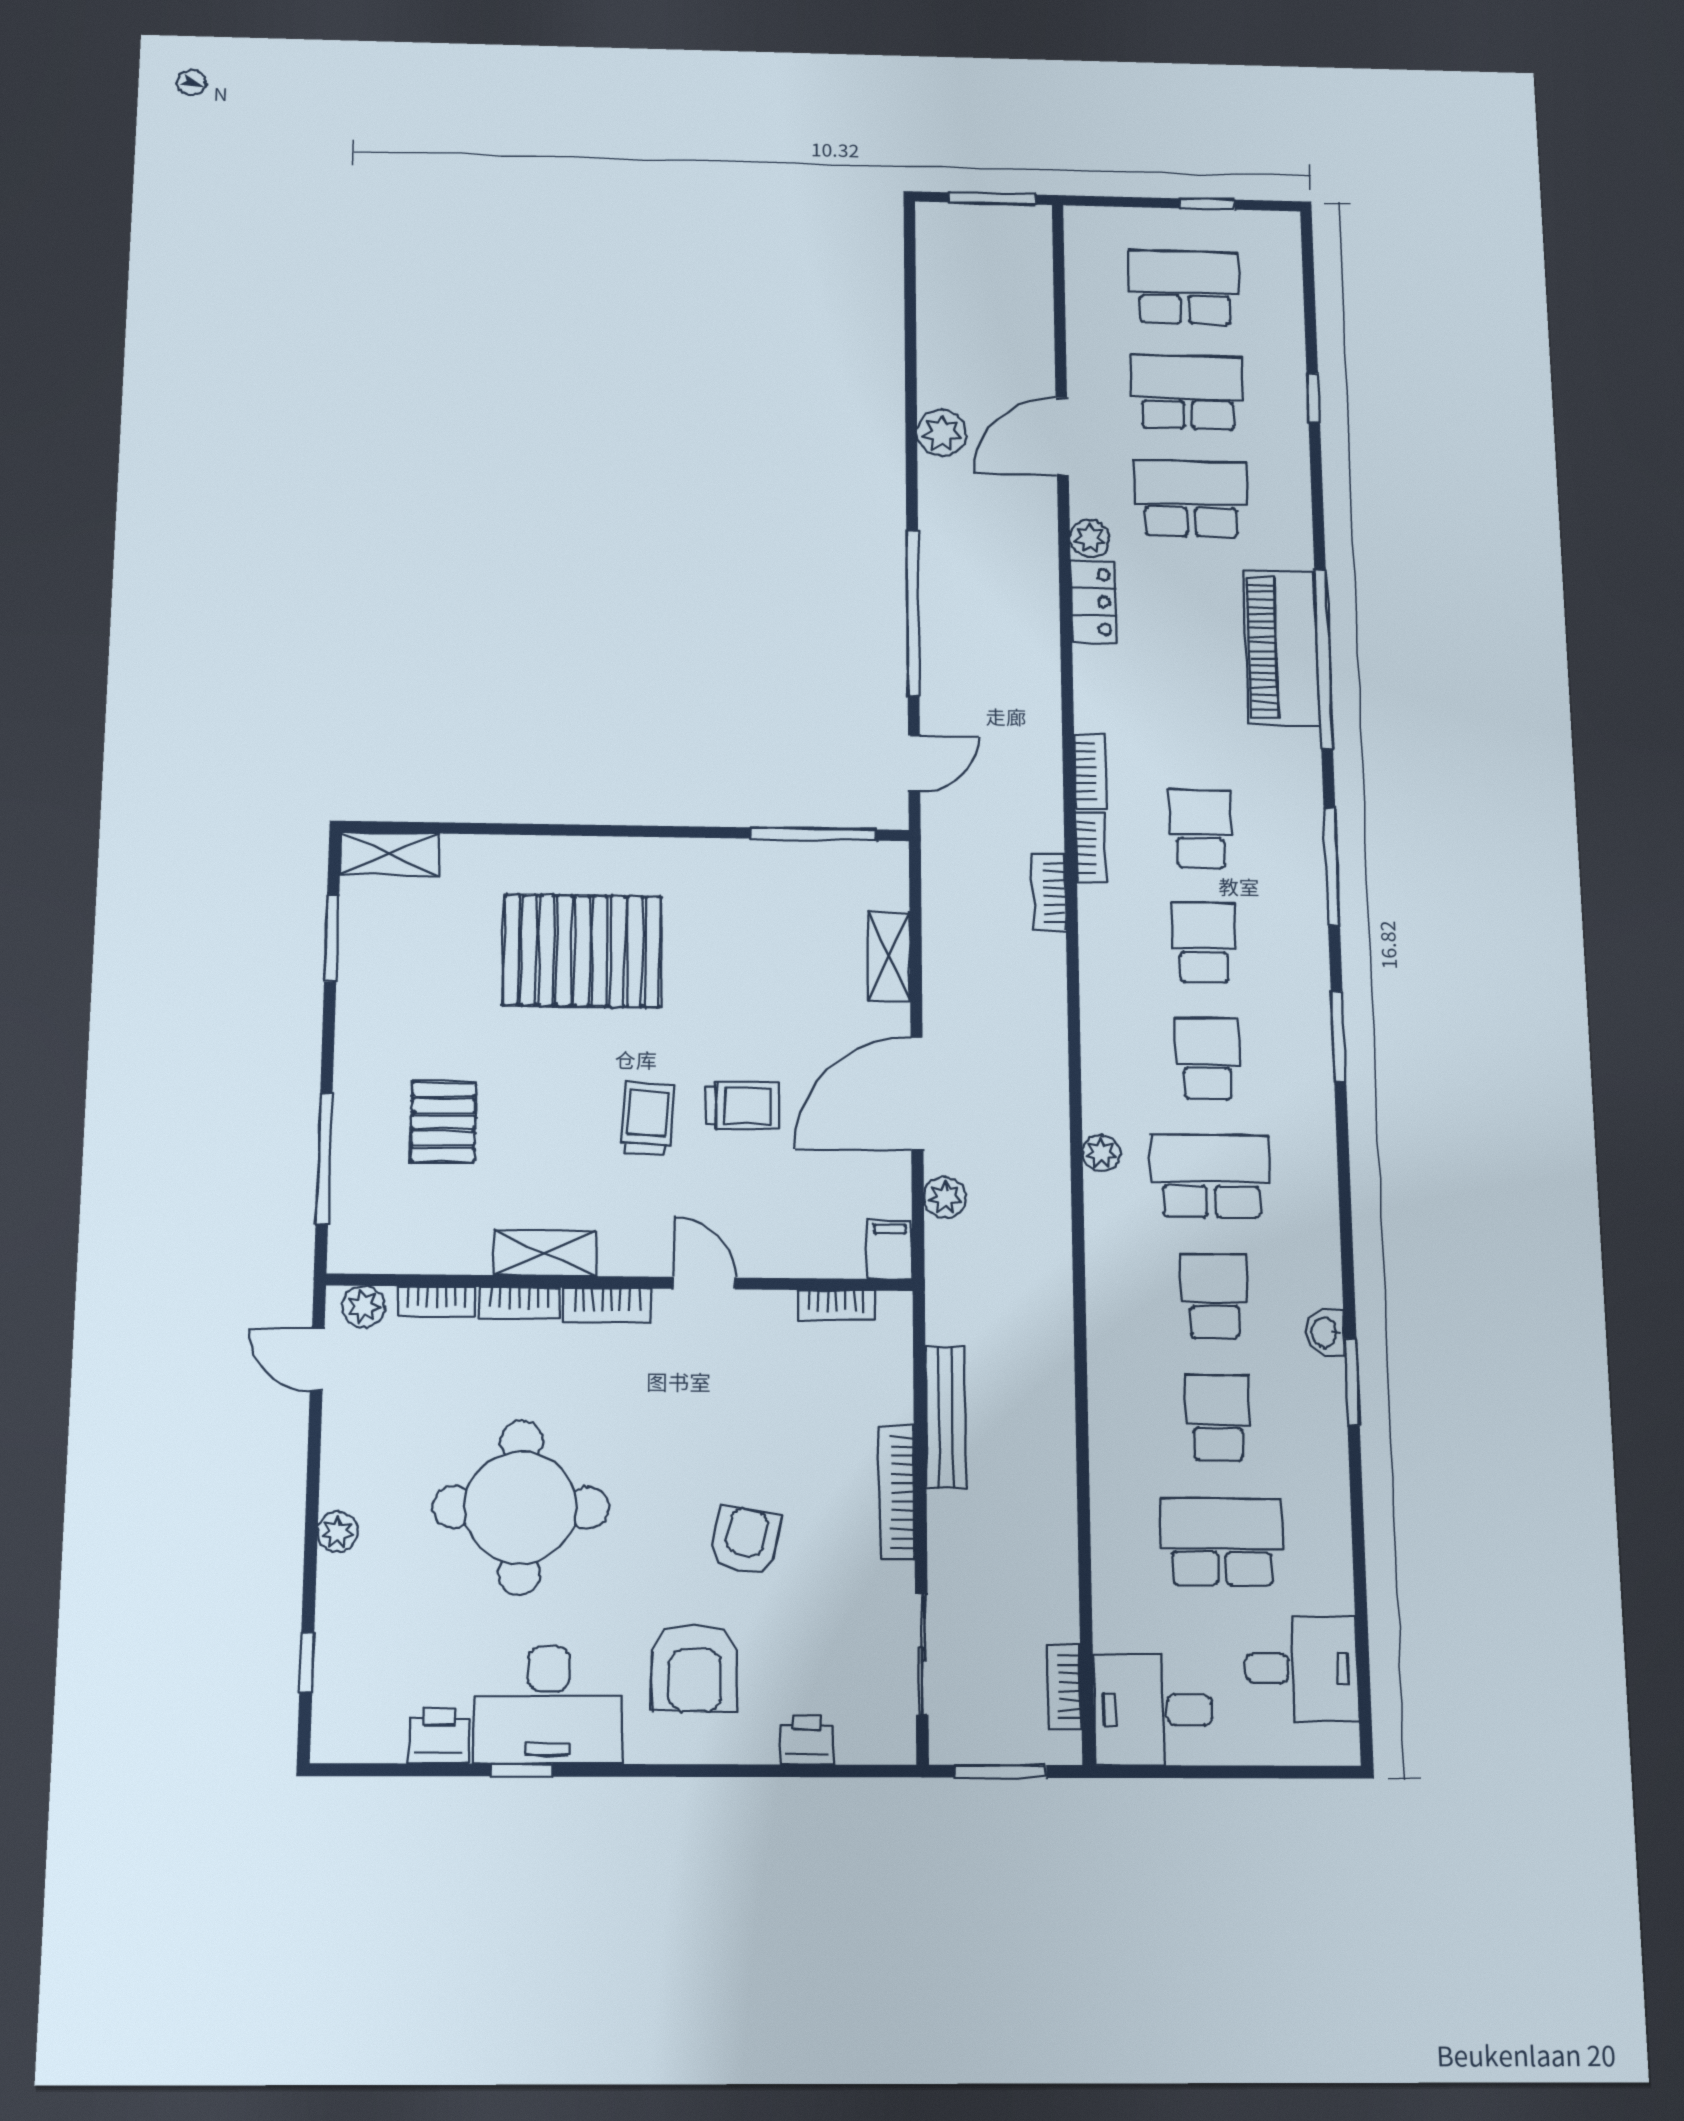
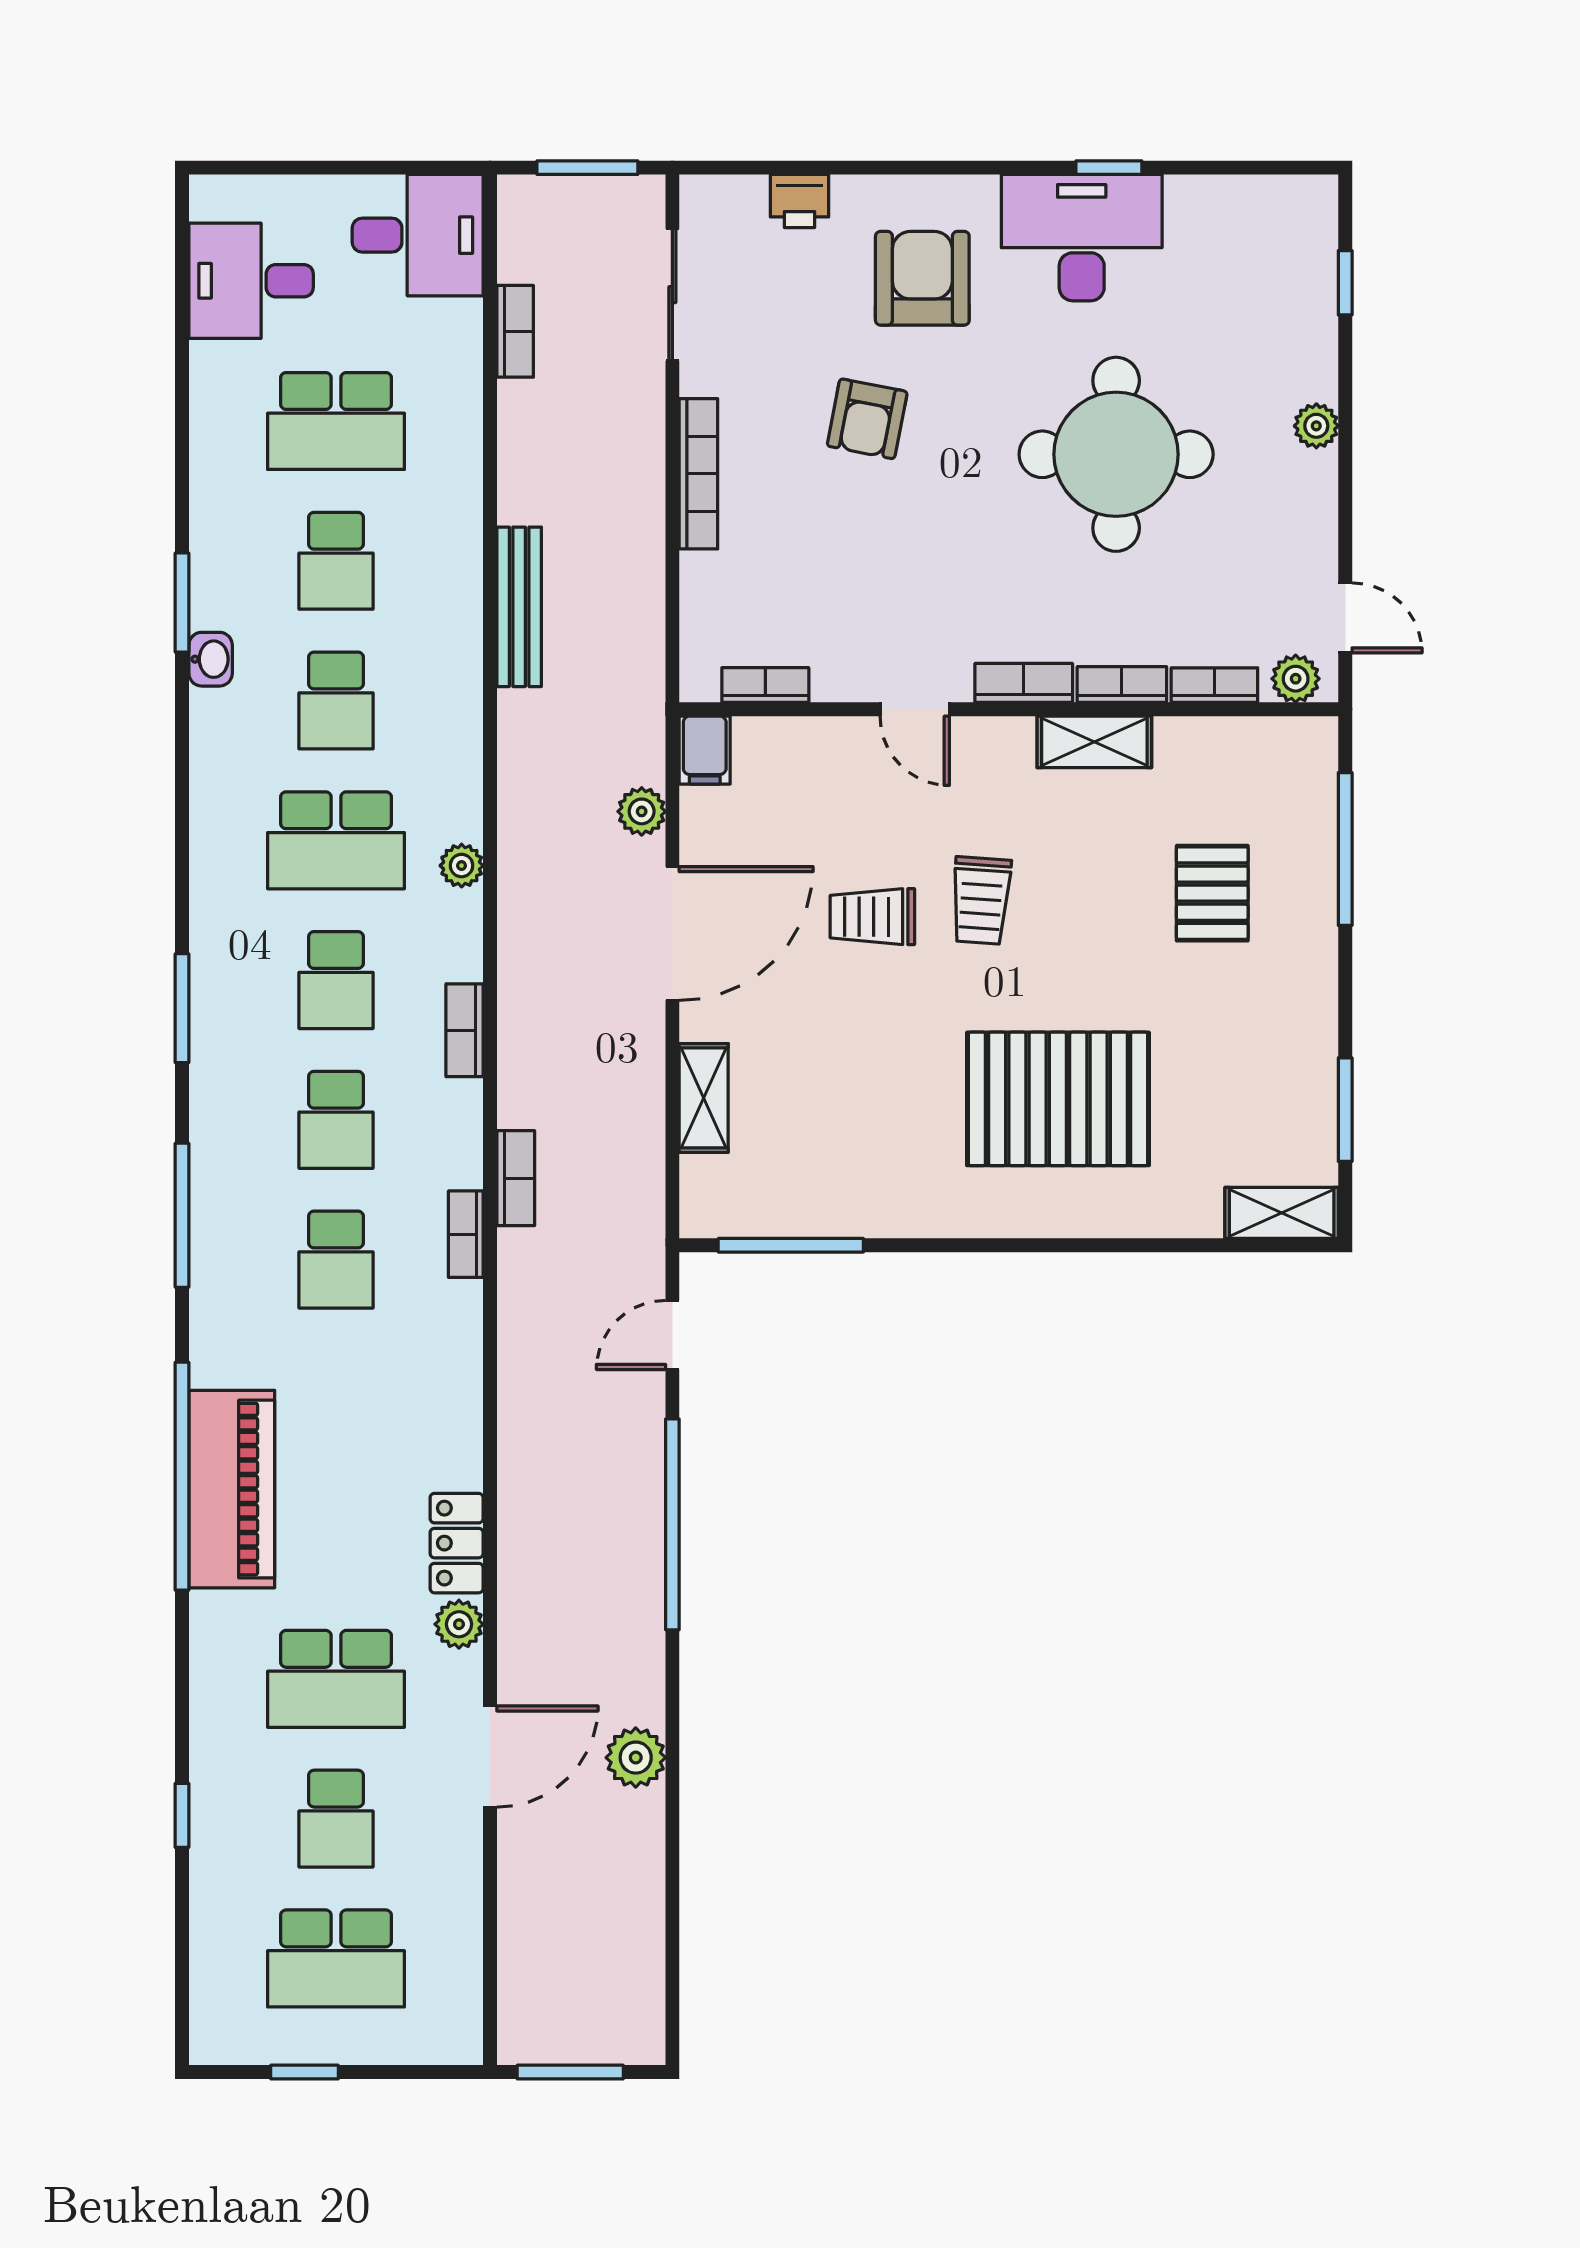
school desk: (1187, 392) -> (336, 1819), width x0.54
bookcase: (1090, 771) -> (465, 1030), moved
bench: (946, 1416) -> (519, 607), moved
bookcase: (1064, 1686) -> (515, 331), moved
printer: (439, 1736) -> (1199, 204), removed

